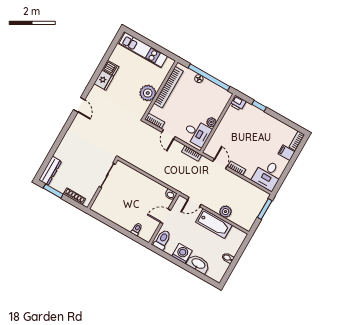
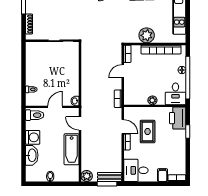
printer: (238, 103) -> (178, 118), width x1.87, depth x1.48
desk: (197, 133) -> (175, 94), moved
rug: (238, 143) -> (148, 132), added
door: (220, 164) -> (123, 127), hinge flipped
bench: (260, 203) -> (110, 177), added
plant: (225, 212) -> (87, 176), moved
door: (166, 216) -> (55, 107), hinge flipped

